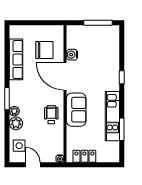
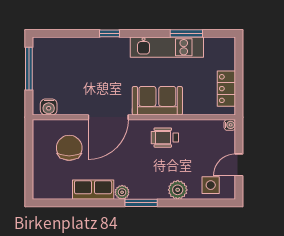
water cooler: (72, 55) -> (49, 107), moved
row of seats: (16, 59) -> (93, 190), width x0.68
plant: (14, 111) -> (122, 192), moved

